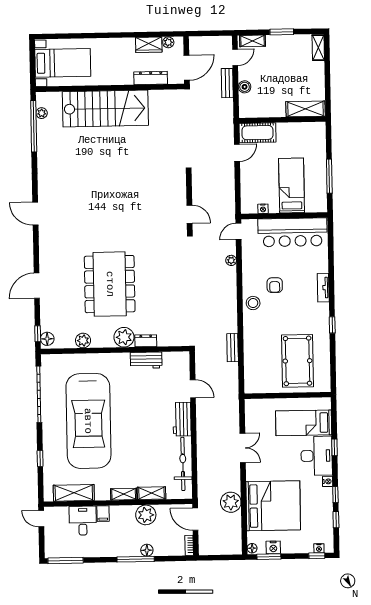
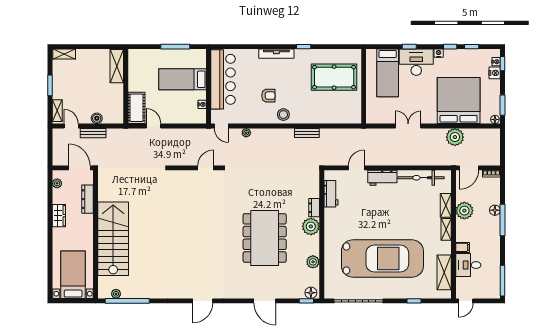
wardrobe: (149, 45) -> (59, 216), moved
dining table: (110, 284) -> (265, 238), turned 90
tv unit: (323, 288) -> (276, 54), width x1.41
bench: (233, 348) -> (307, 133), moved
workbench: (146, 360) -> (331, 194), moved
nightstand: (273, 547) -> (495, 73), moved

